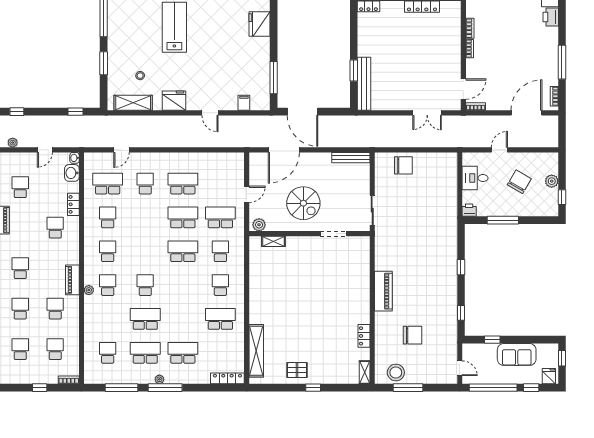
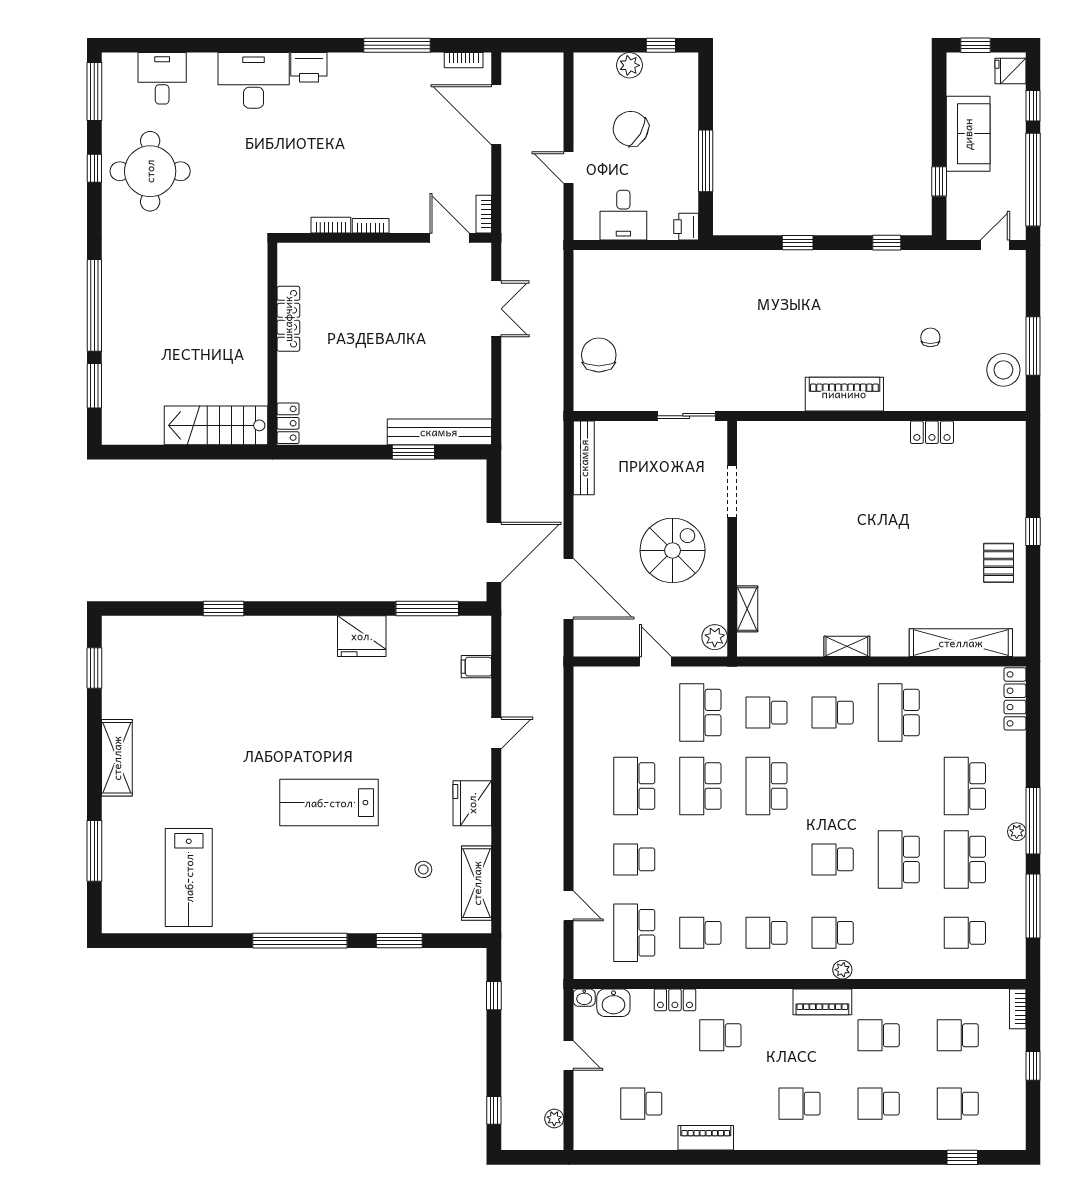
fridge: (260, 24) -> (362, 636), moved
chair: (412, 335) -> (930, 337), width x0.54, depth x0.54
shelving: (365, 372) -> (847, 646), moved

